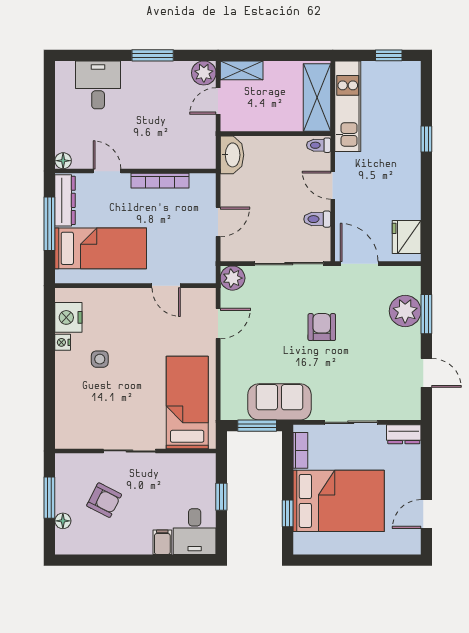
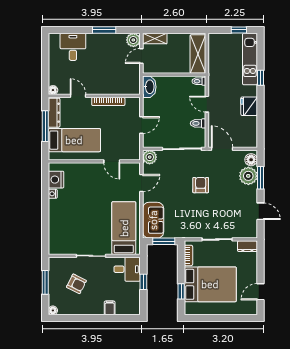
kitchen unit: (348, 106) -> (250, 59), moved, turned 180
fridge: (407, 237) -> (249, 106), moved
floor lamp: (410, 283) -> (251, 160), added
side table: (100, 359) -> (74, 203), removed
sofa: (279, 402) -> (153, 220), moved, turned 90
floor lamp: (63, 521) -> (53, 310), moved
desk: (195, 532) -> (127, 269), moved, turned -90

